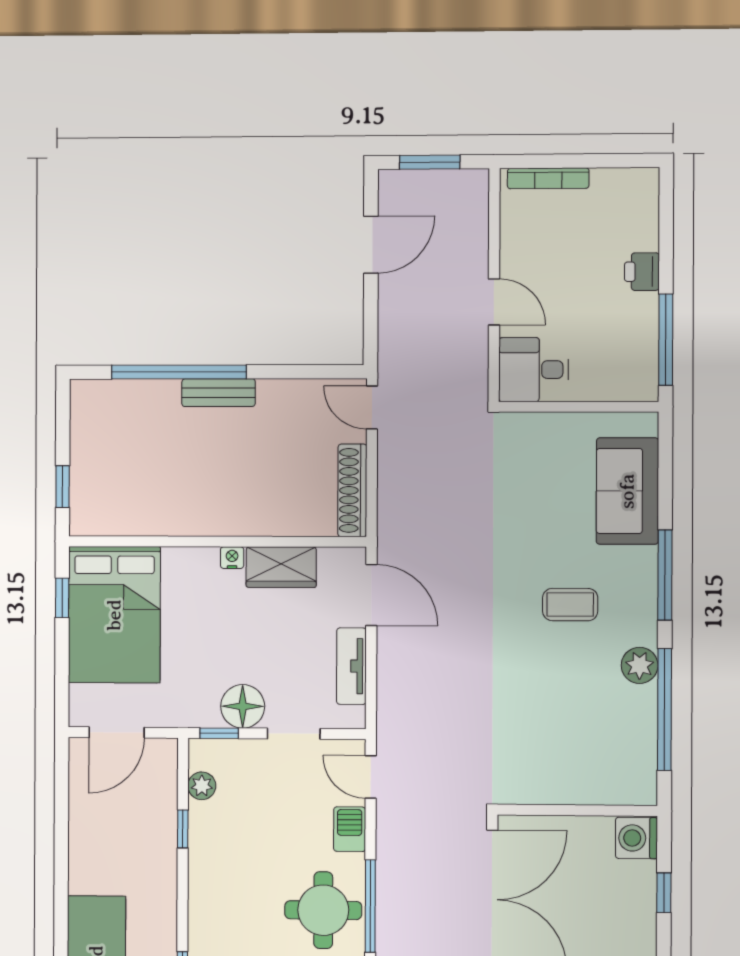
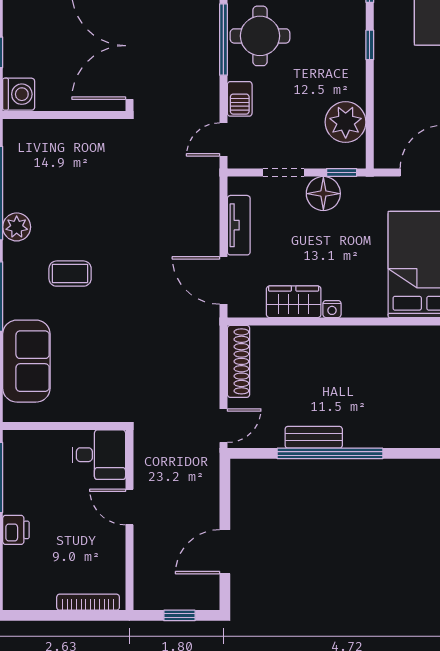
window: (430, 162) -> (179, 615), width x0.67
window: (179, 372) -> (330, 453), moved
bench: (219, 393) -> (314, 437), moved
door: (372, 407) -> (223, 426), hinge flipped
door: (371, 777) -> (223, 139), swing flipped
plant: (202, 786) -> (346, 122), width x1.87, depth x1.87
window: (183, 829) -> (370, 45), moved

